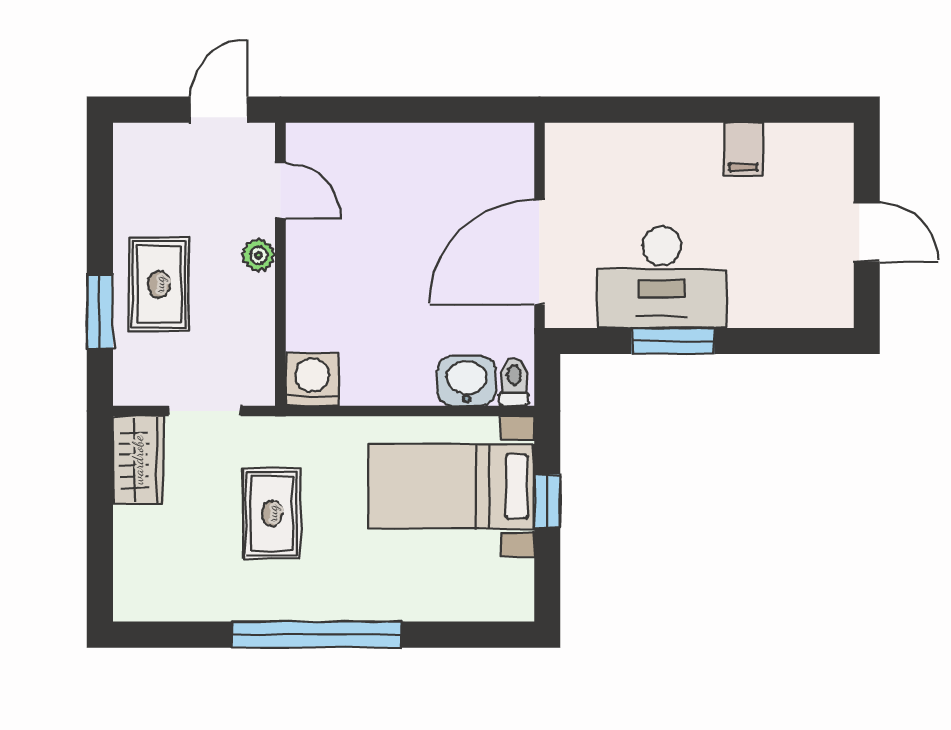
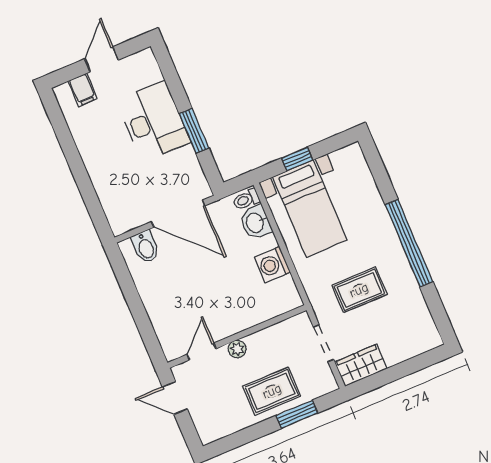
filing cabinet: (744, 149) -> (83, 90), moved, turned 90
bidet: (506, 170) -> (145, 247), added
desk: (662, 277) -> (154, 121), moved
washing machine: (312, 379) -> (272, 265), moved

